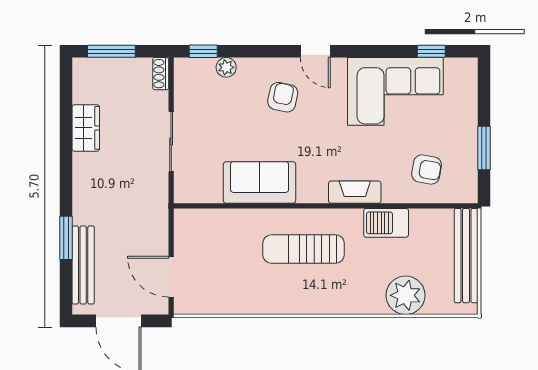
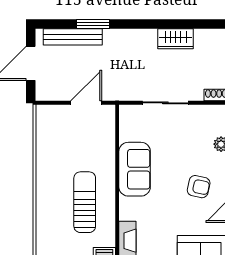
door: (171, 277) -> (86, 103), moved

